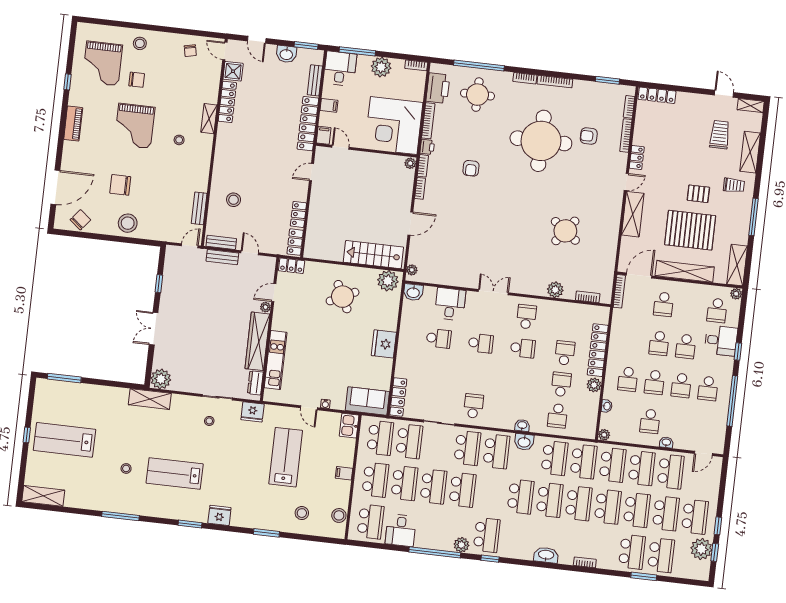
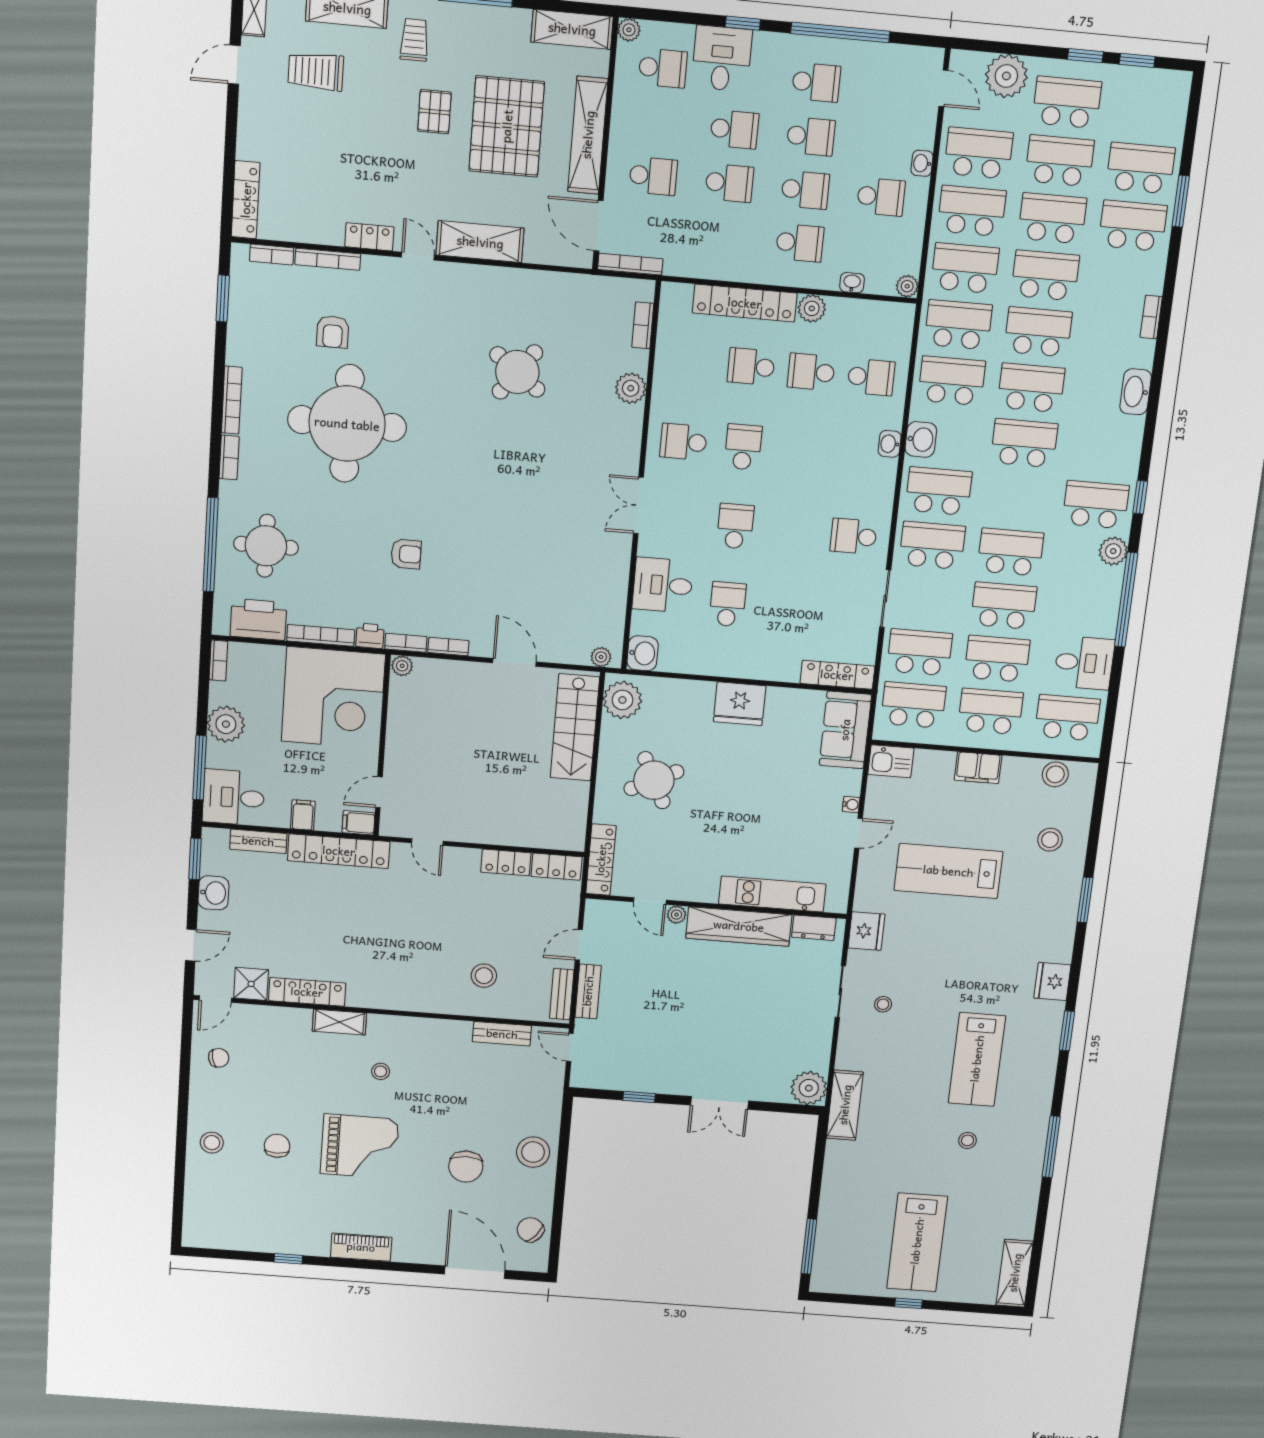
grand piano: (102, 63) -> (252, 1203), removed
locker: (292, 266) -> (601, 860), width x1.53
filing cabinet: (344, 473) -> (978, 768), width x2.00
plant: (701, 549) -> (1006, 76), moved

